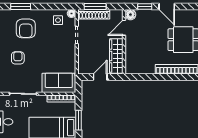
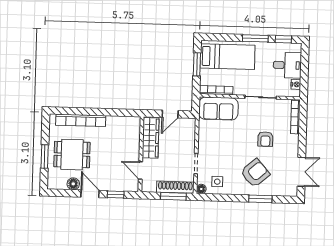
floor lamp: (130, 15) -> (73, 184), moved
armchair: (26, 28) -> (255, 173), turned 49
door: (124, 28) -> (140, 170), swing flipped

